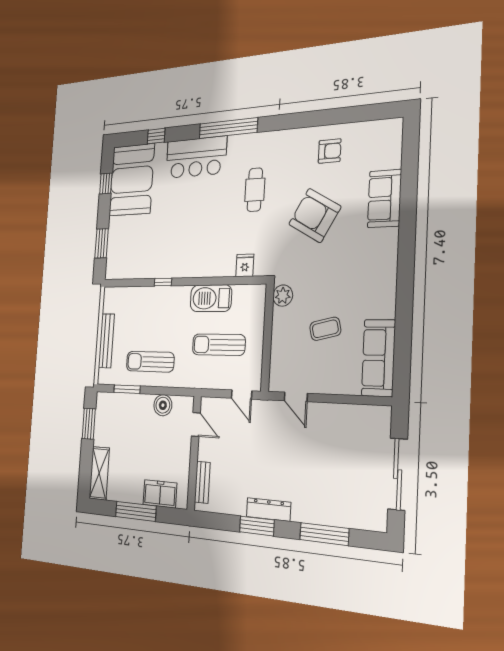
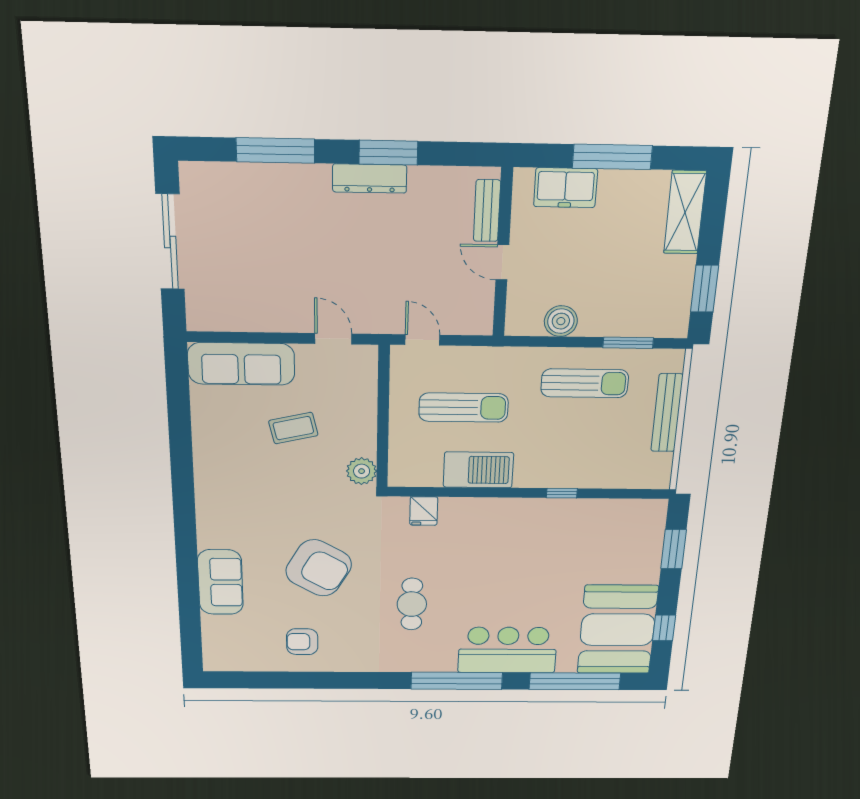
window: (156, 136) -> (575, 681), width x3.17
sofa: (379, 358) -> (241, 364), moved, turned 90
door: (196, 425) -> (502, 262), moved

